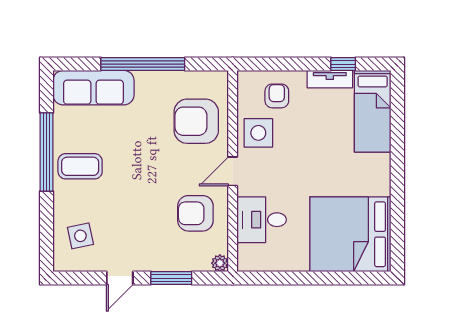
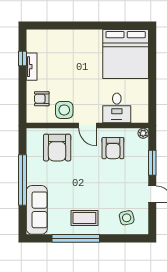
bed: (373, 111) -> (51, 41), removed
coffee table: (80, 166) -> (84, 218), turned 90

